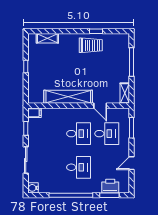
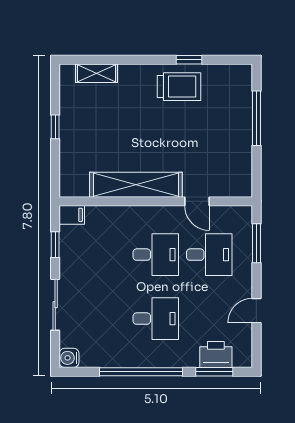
shelving: (125, 93) -> (243, 178), removed

